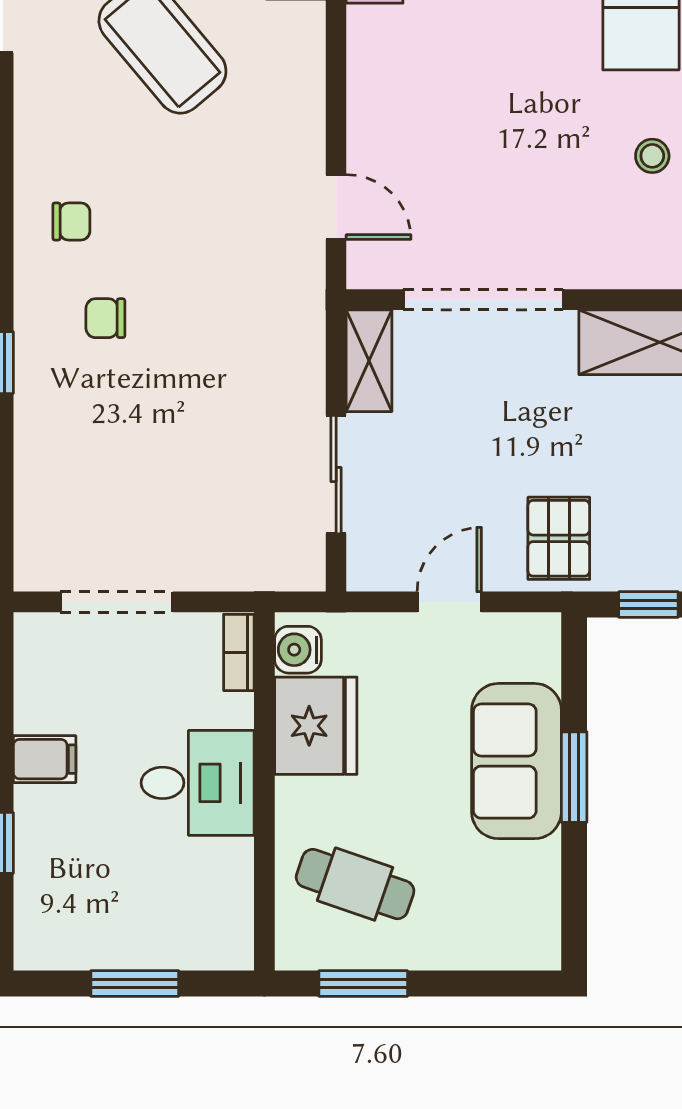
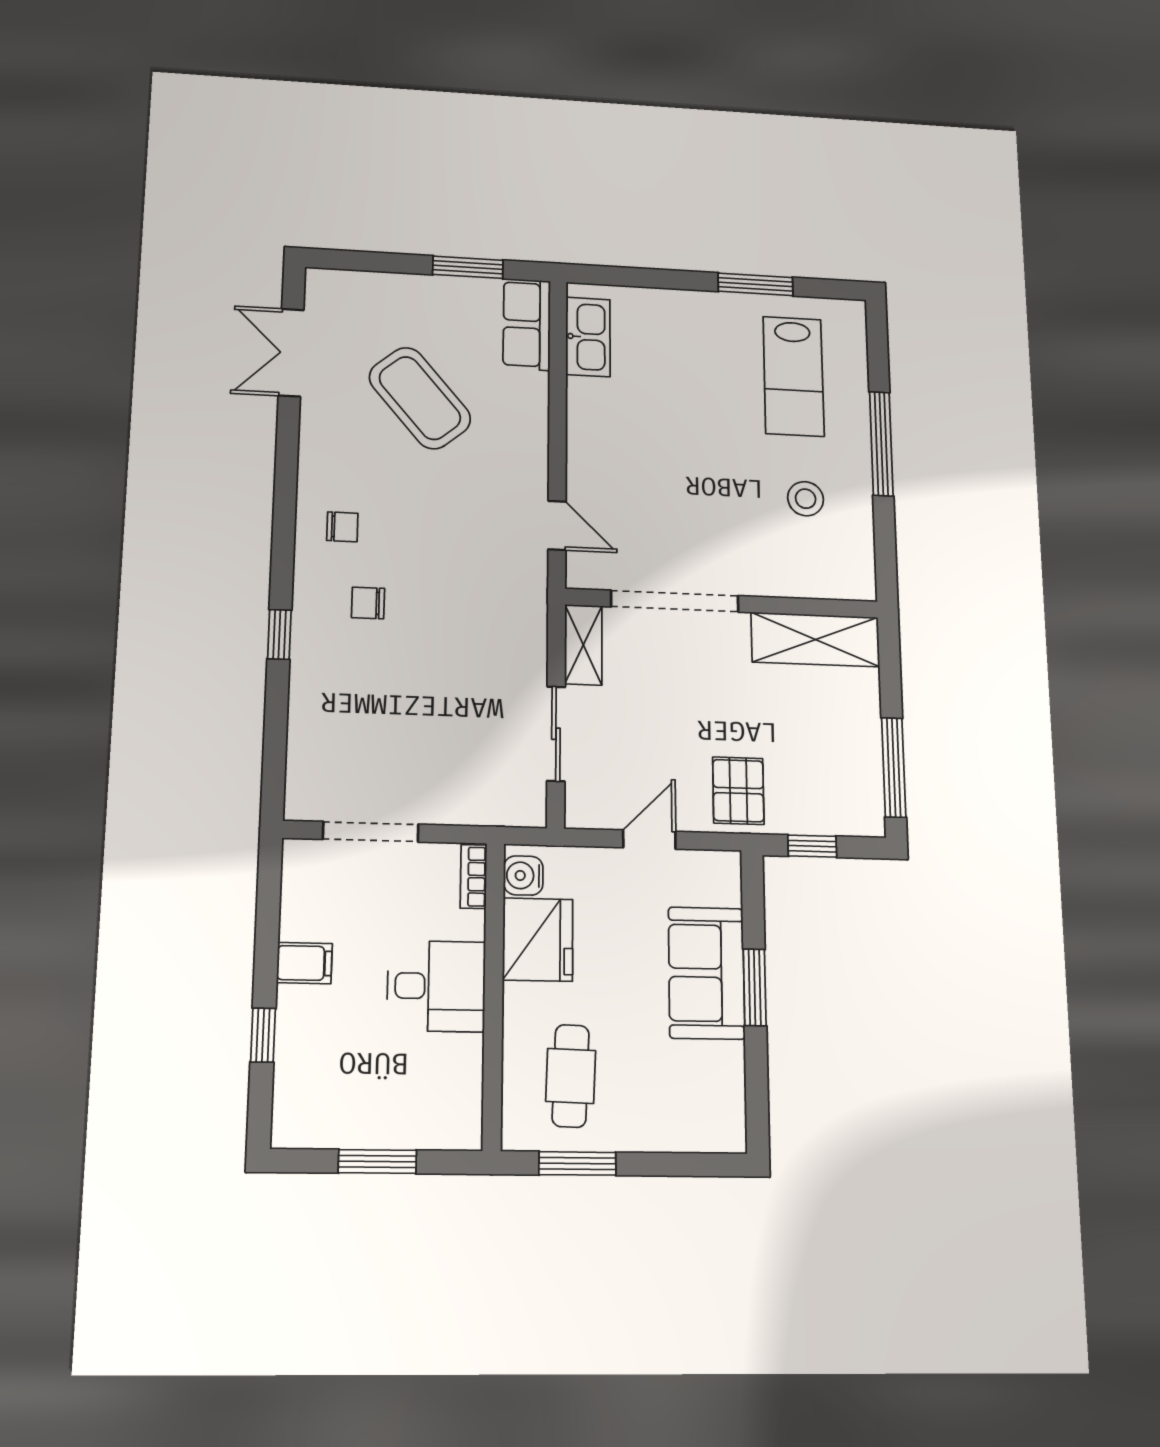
stool: (652, 156) -> (806, 499), width x1.37, depth x1.37
cafe table: (355, 884) -> (571, 1076), turned 73

